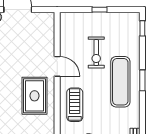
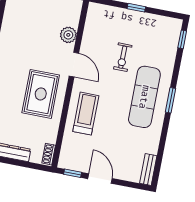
plant: (48, 43) -> (68, 35), added
exercise bike: (96, 53) -> (123, 57), width x0.73, depth x0.72

